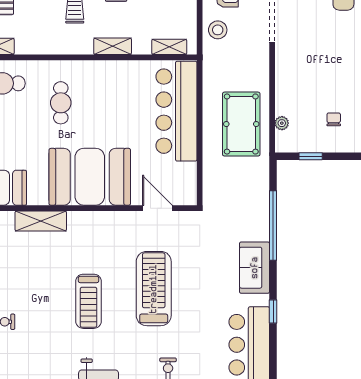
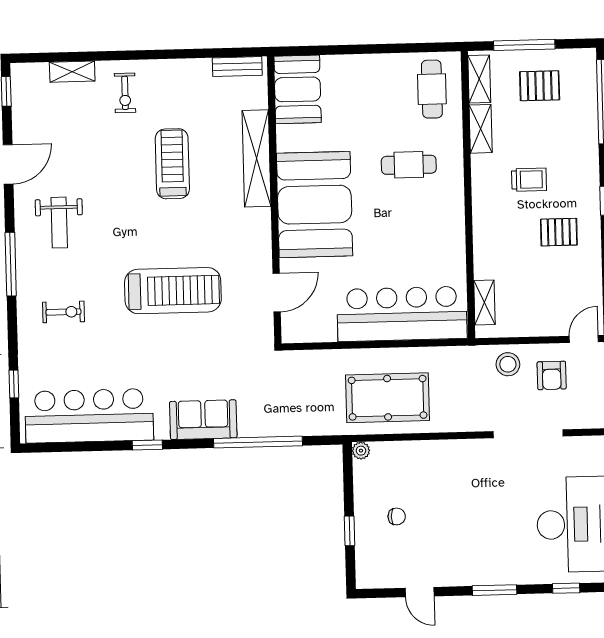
shelving: (113, 46) -> (481, 129), moved
plant: (282, 123) -> (361, 451), moved
window: (311, 156) -> (349, 531), moved
shelving: (41, 221) -> (256, 158), width x1.47
treadmill: (88, 301) -> (172, 164), moved, turned 90

